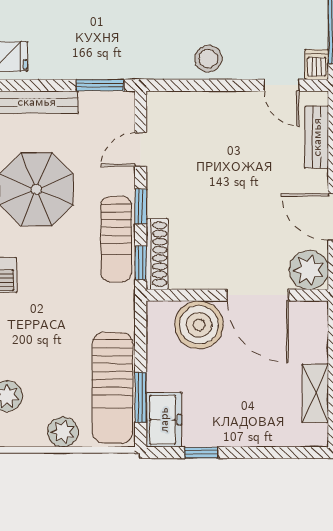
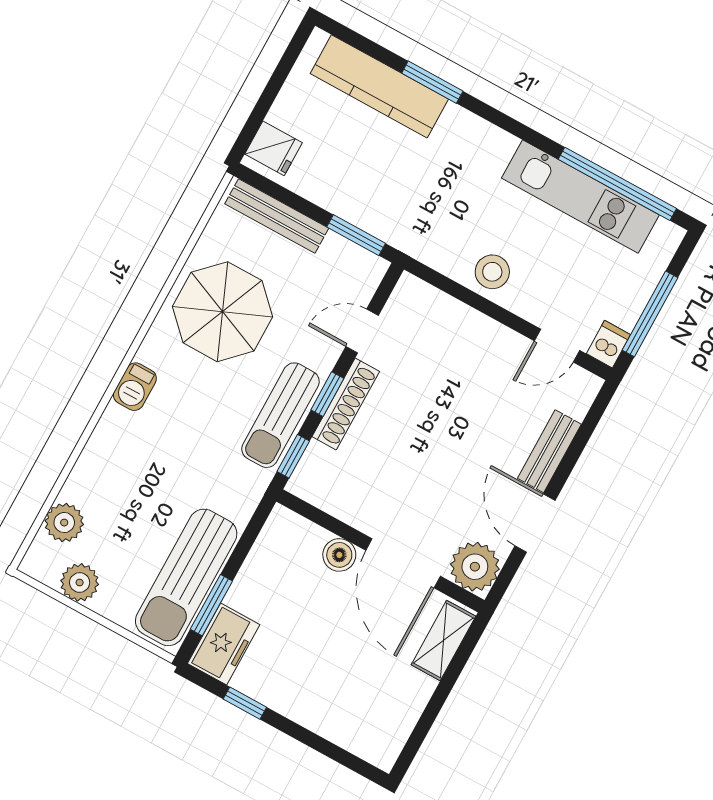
door: (281, 85) -> (557, 346), hinge flipped
bench: (317, 137) -> (549, 451), moved
shoe rack: (157, 254) -> (346, 404), moved
boiler: (199, 325) -> (339, 555), width x0.54, depth x0.54
shelving: (315, 393) -> (443, 640), moved
plant: (63, 432) -> (80, 582), moved

